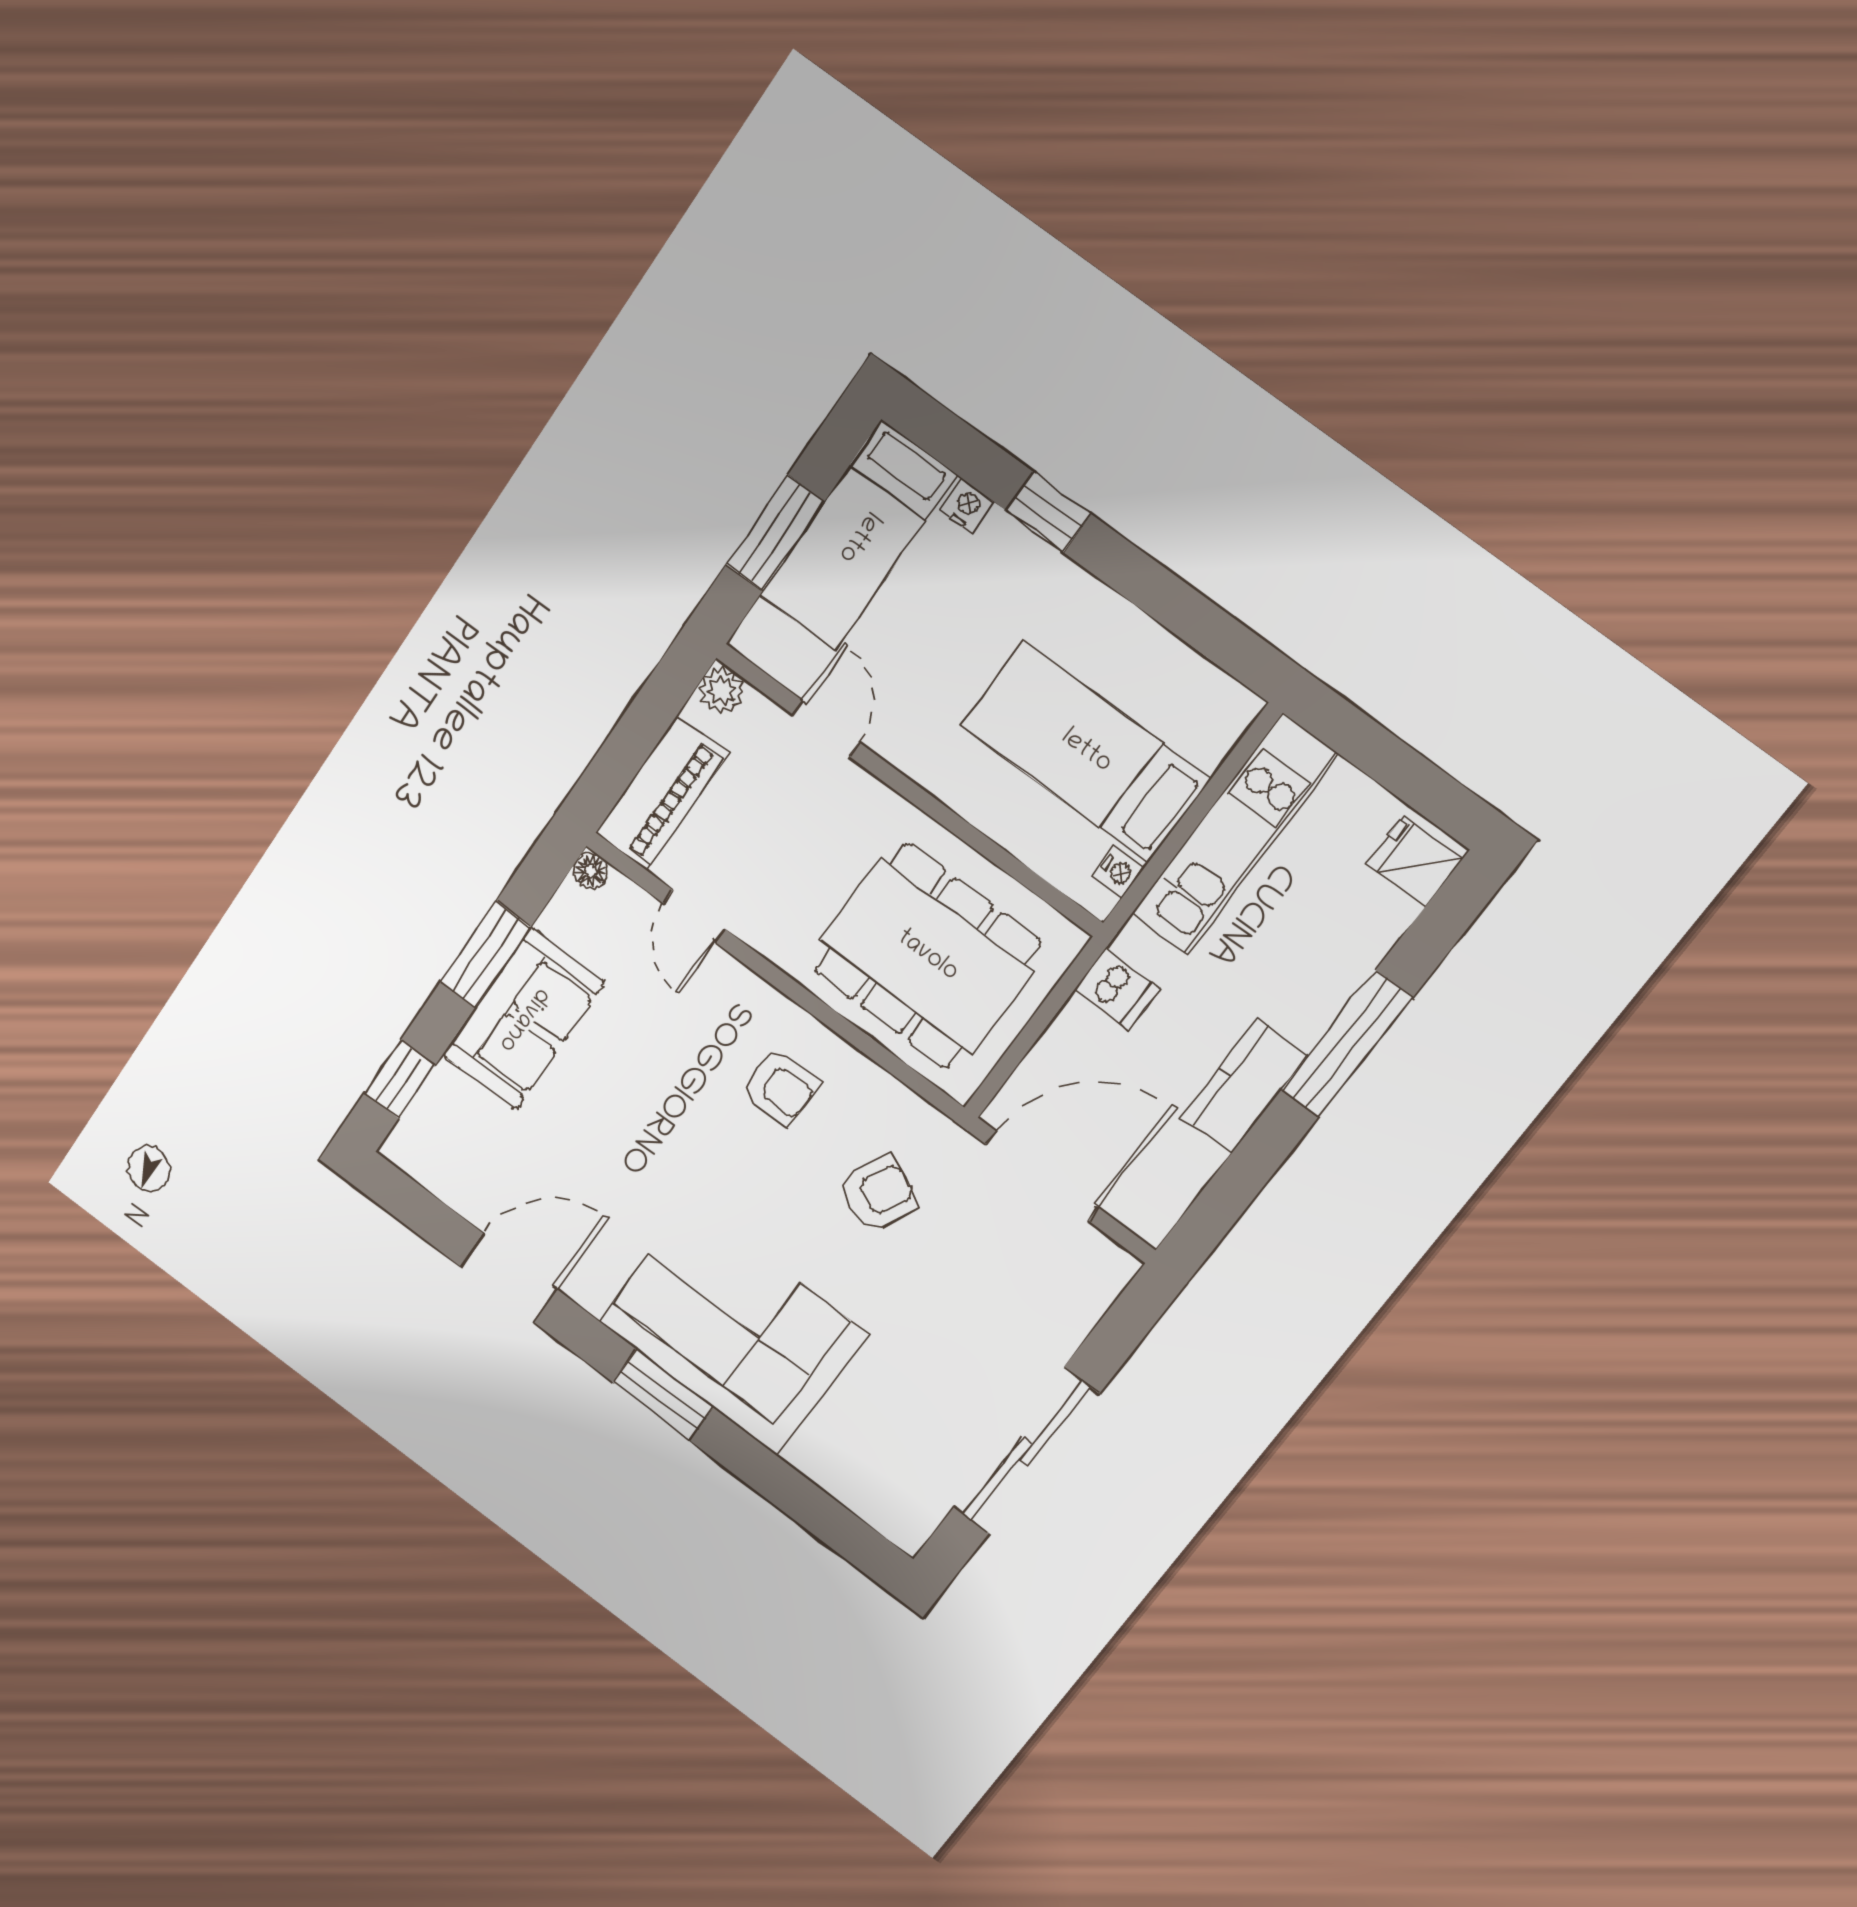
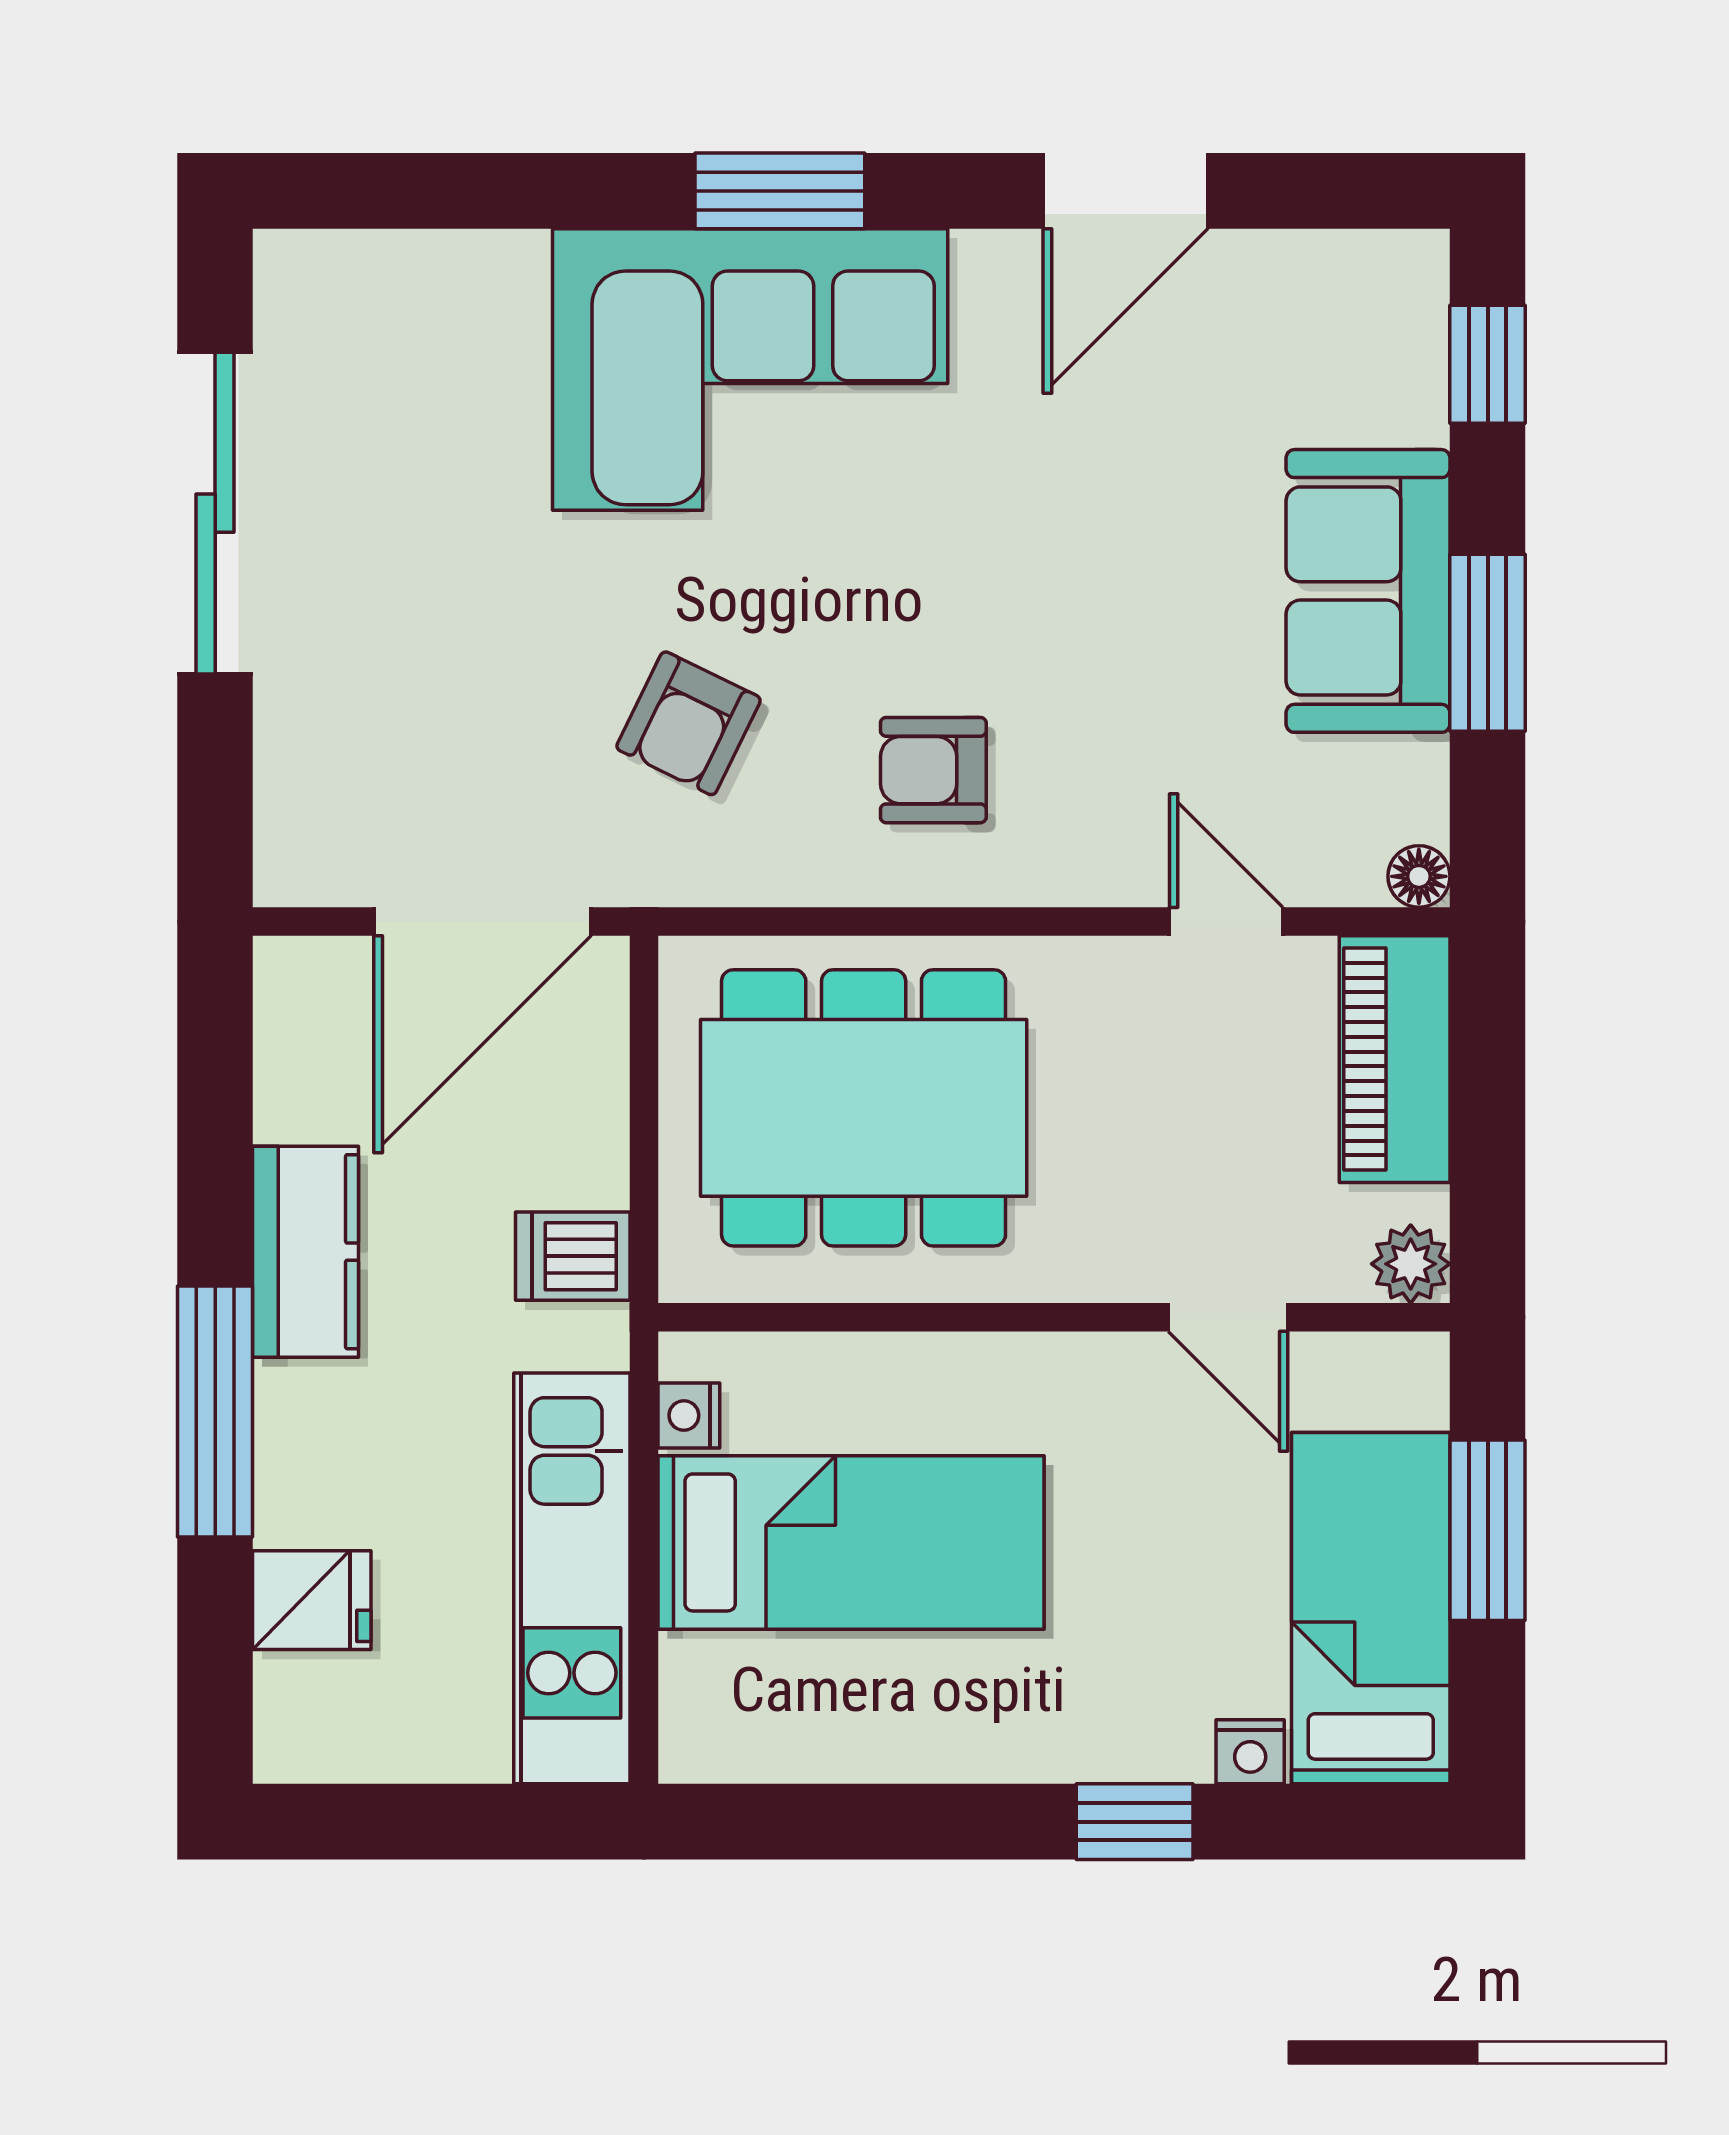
fridge: (1414, 862) -> (312, 1600), moved

